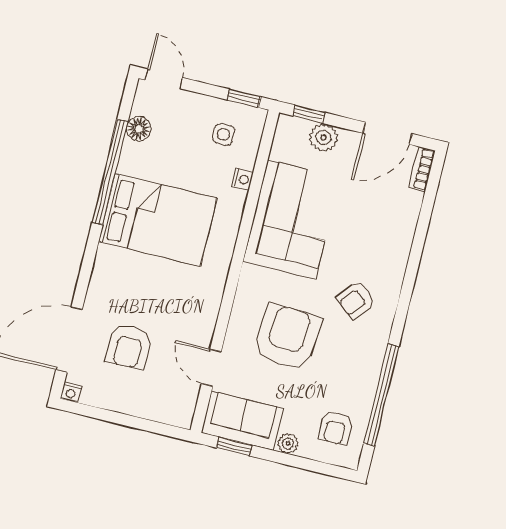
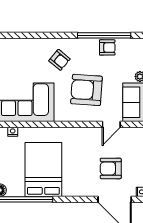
armchair: (129, 347) -> (111, 168), turned 180
armchair: (335, 428) -> (107, 47), moved

